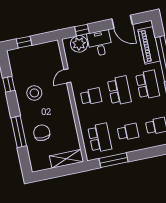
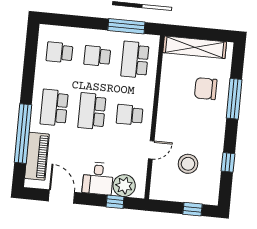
stool: (34, 93) -> (188, 164), moved
chair: (42, 133) -> (206, 89), turned 90
shelving: (67, 159) -> (195, 47), width x1.47

